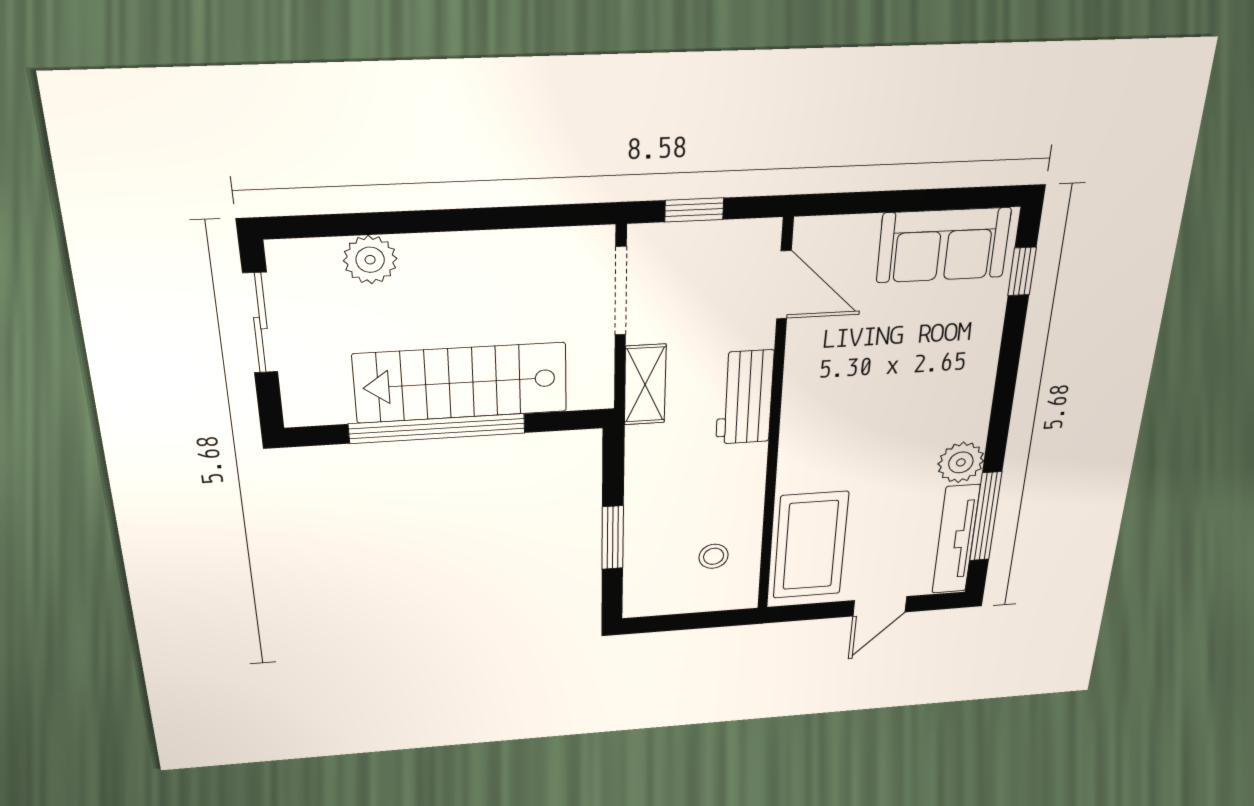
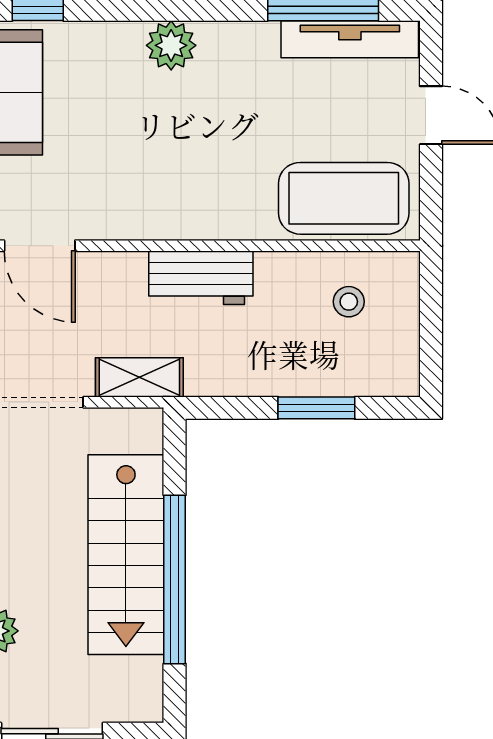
door: (784, 285) -> (40, 246), swing flipped
workbench: (745, 397) -> (201, 278), moved
plant: (961, 462) -> (171, 45), moved

